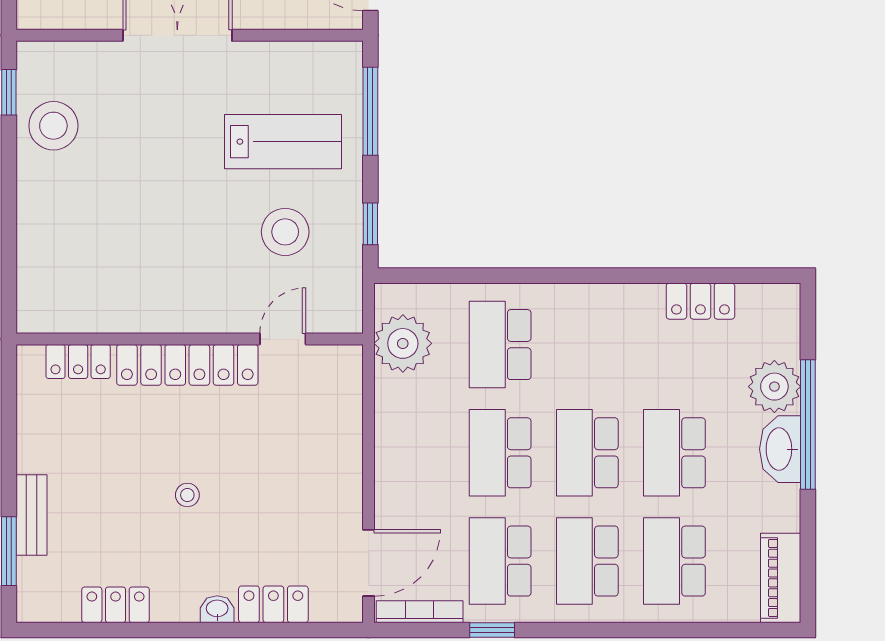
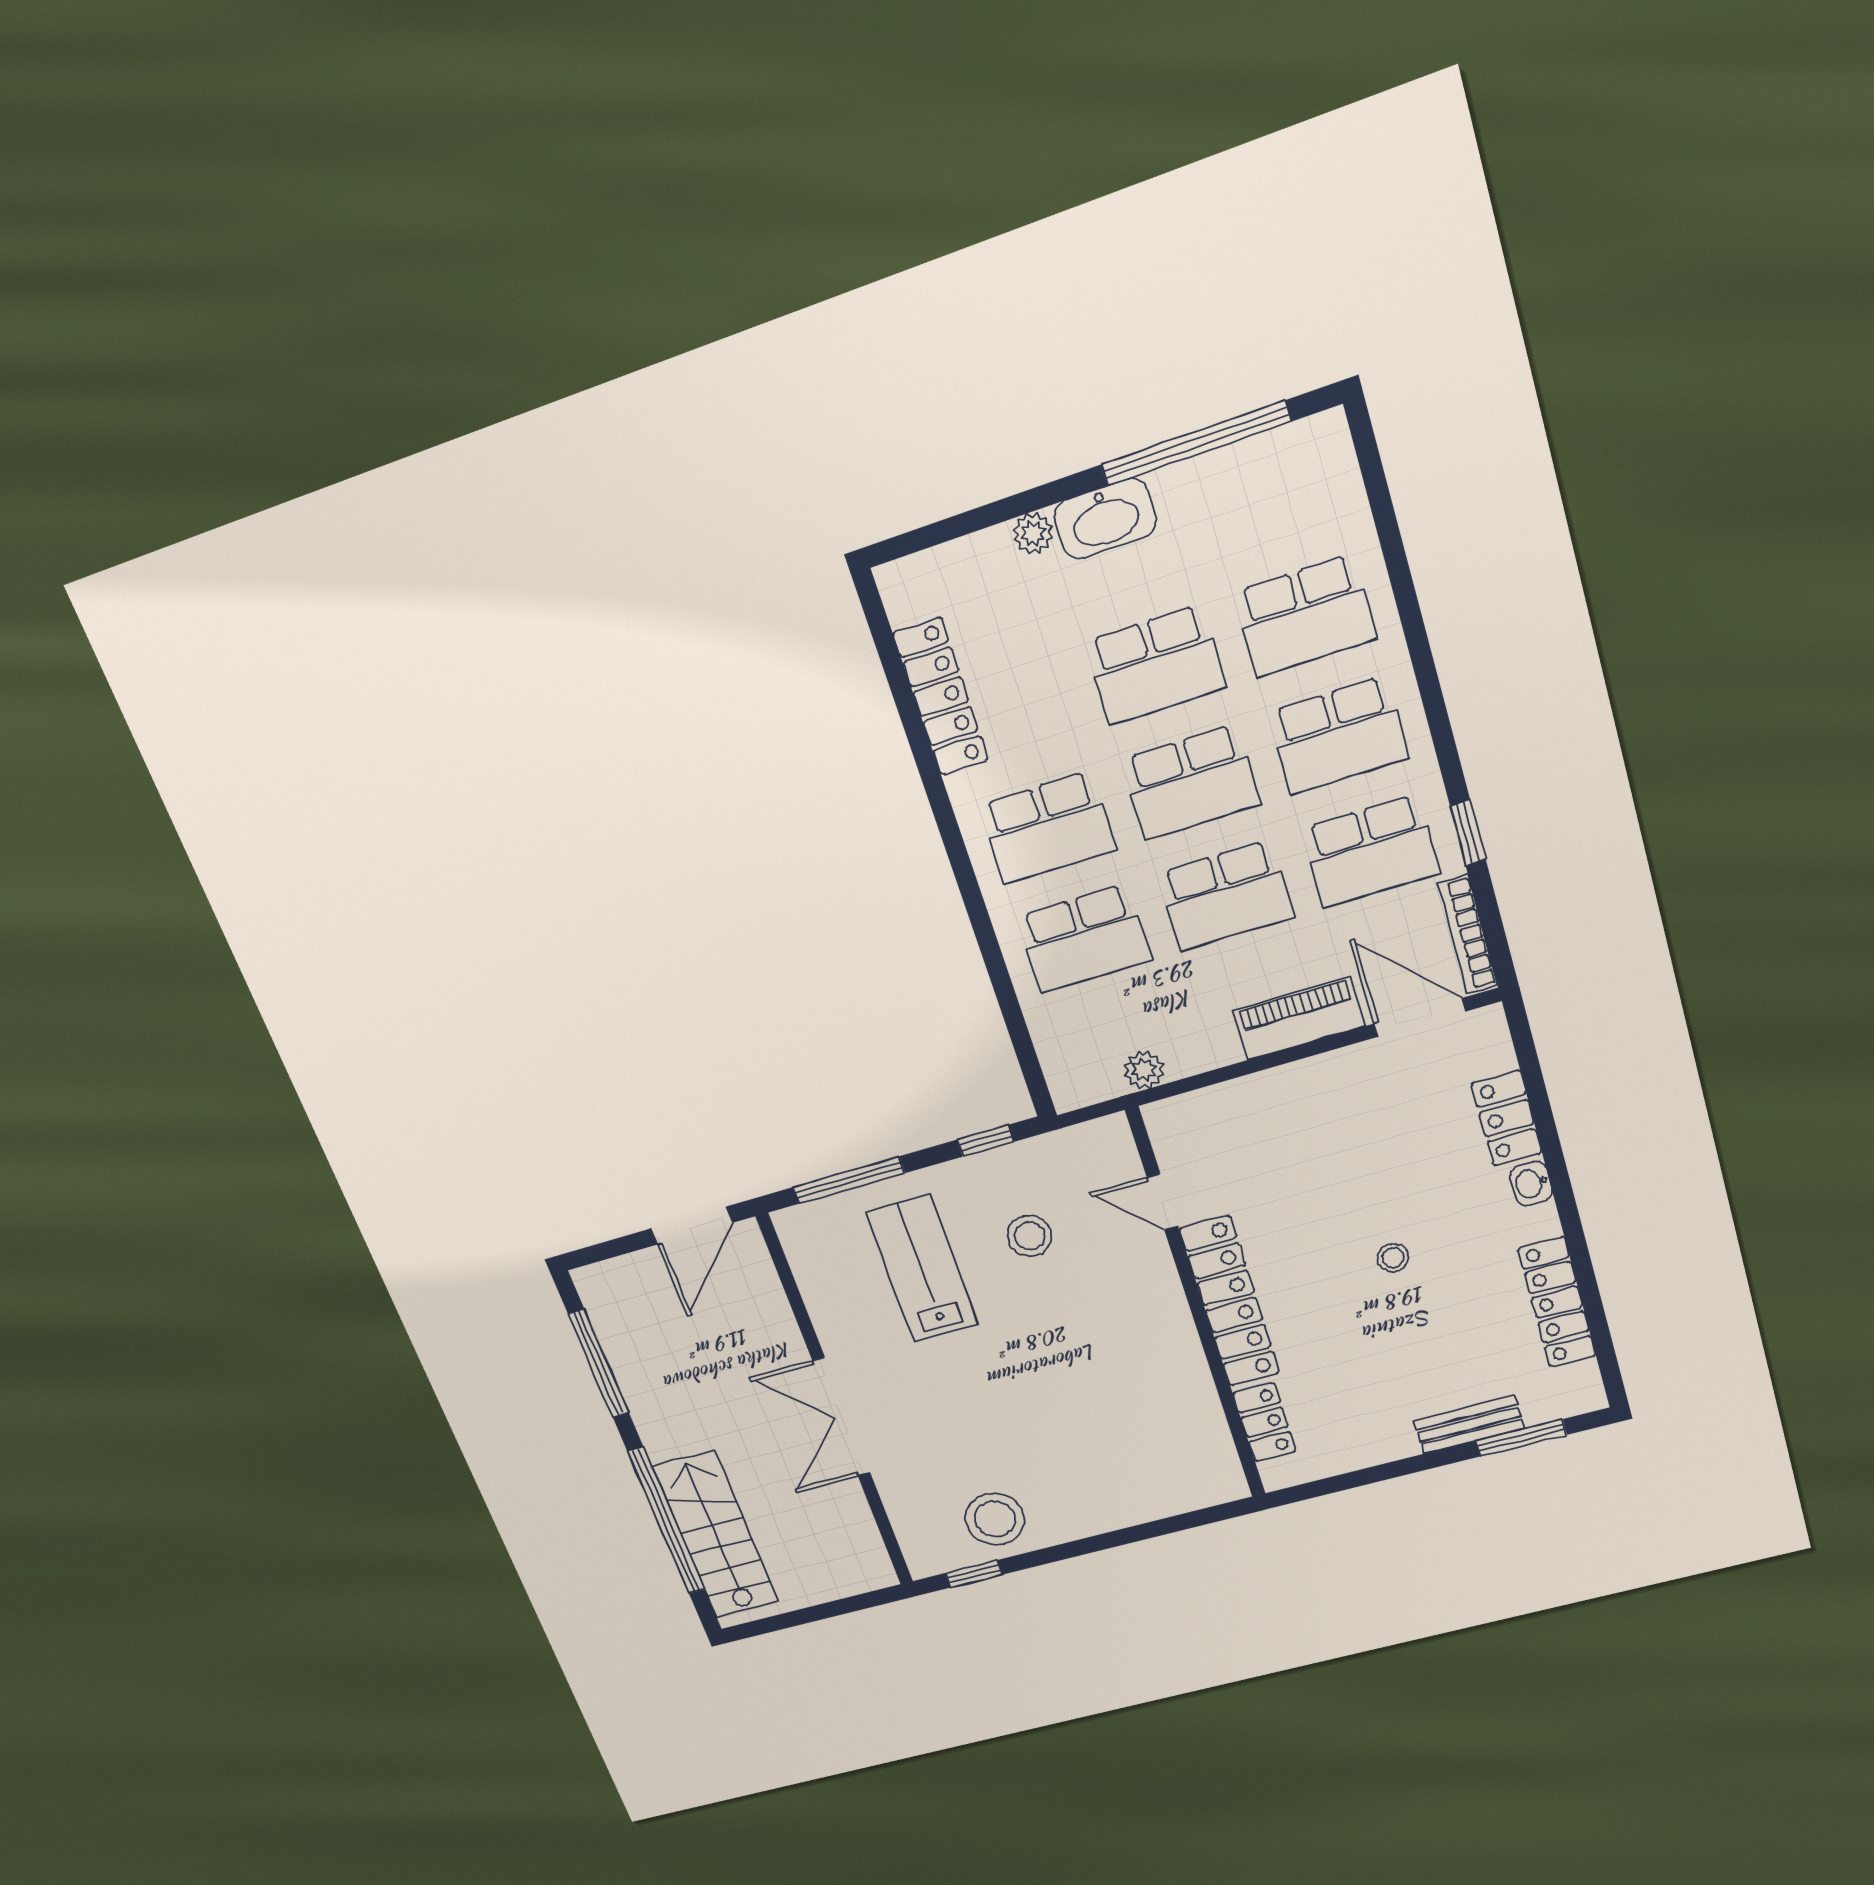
stool: (285, 232) -> (1030, 1236), width x0.73, depth x0.73
locker: (700, 301) -> (941, 697), width x1.53
plant: (403, 343) -> (1144, 1070), width x0.53, depth x0.53
school desk: (587, 345) -> (1048, 828), added
plant: (774, 387) -> (1033, 533), width x0.53, depth x0.53
window: (808, 424) -> (1196, 443), moved
piano: (781, 578) -> (1299, 1019), moved, turned 180
locker: (116, 605) -> (1557, 1302), width x1.53

